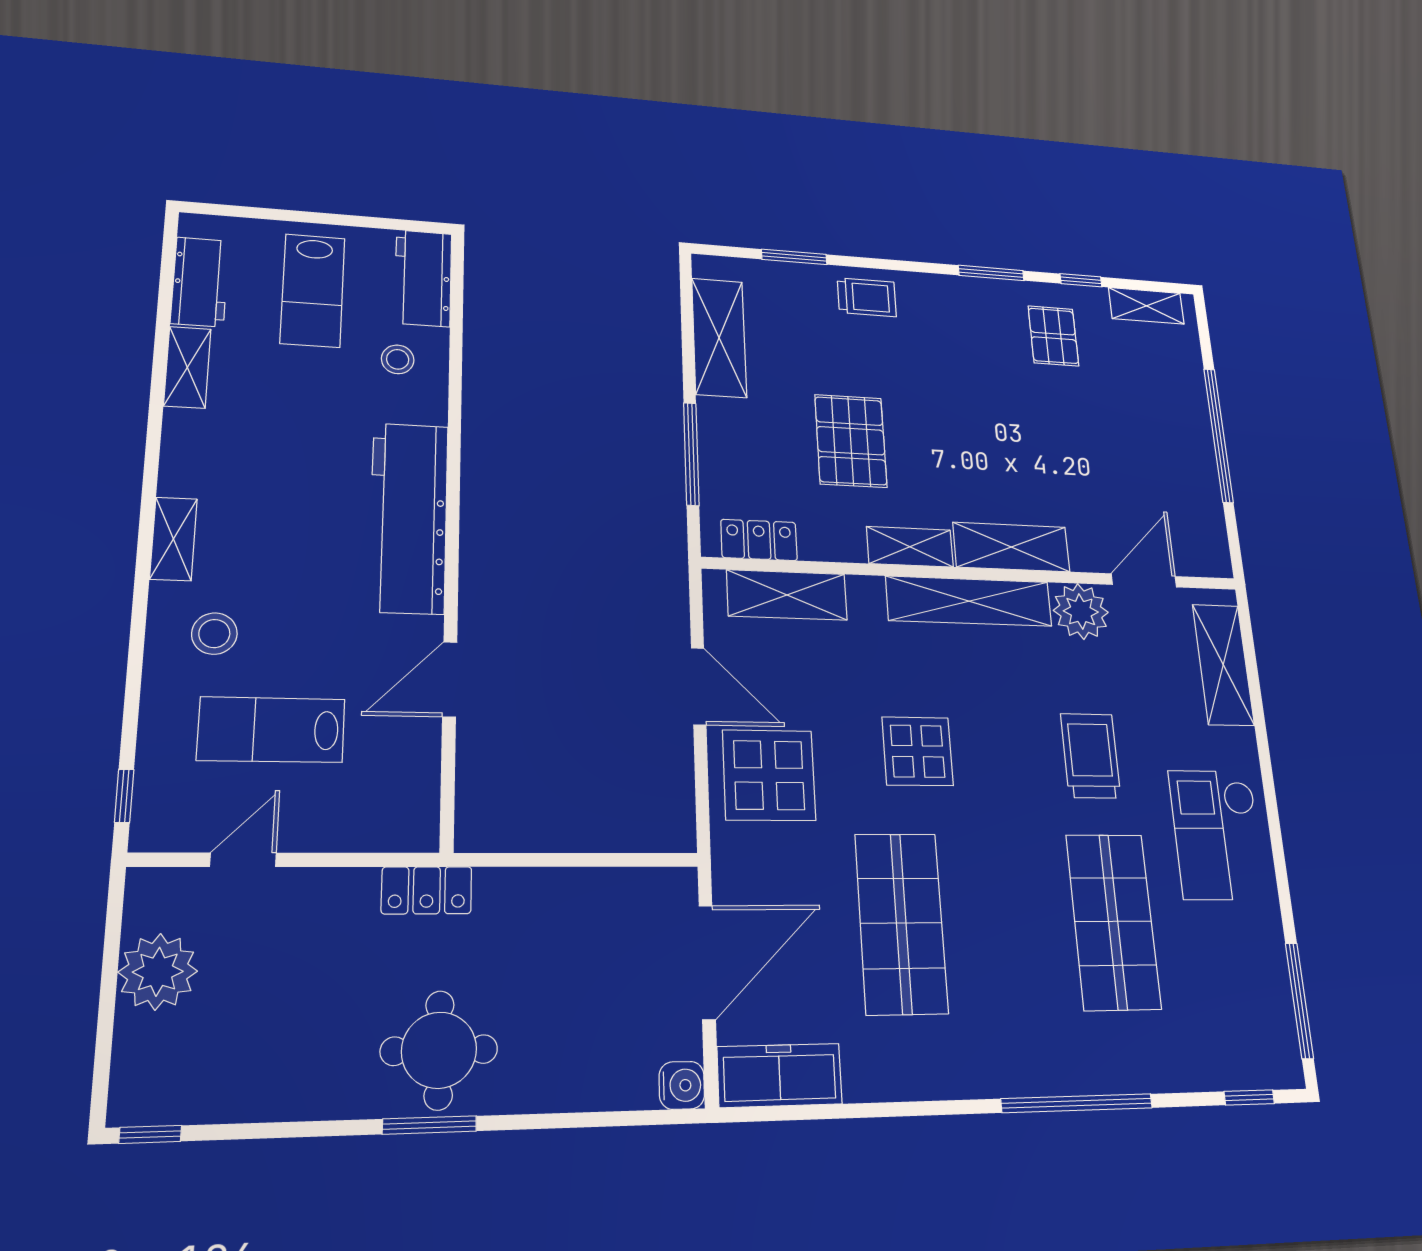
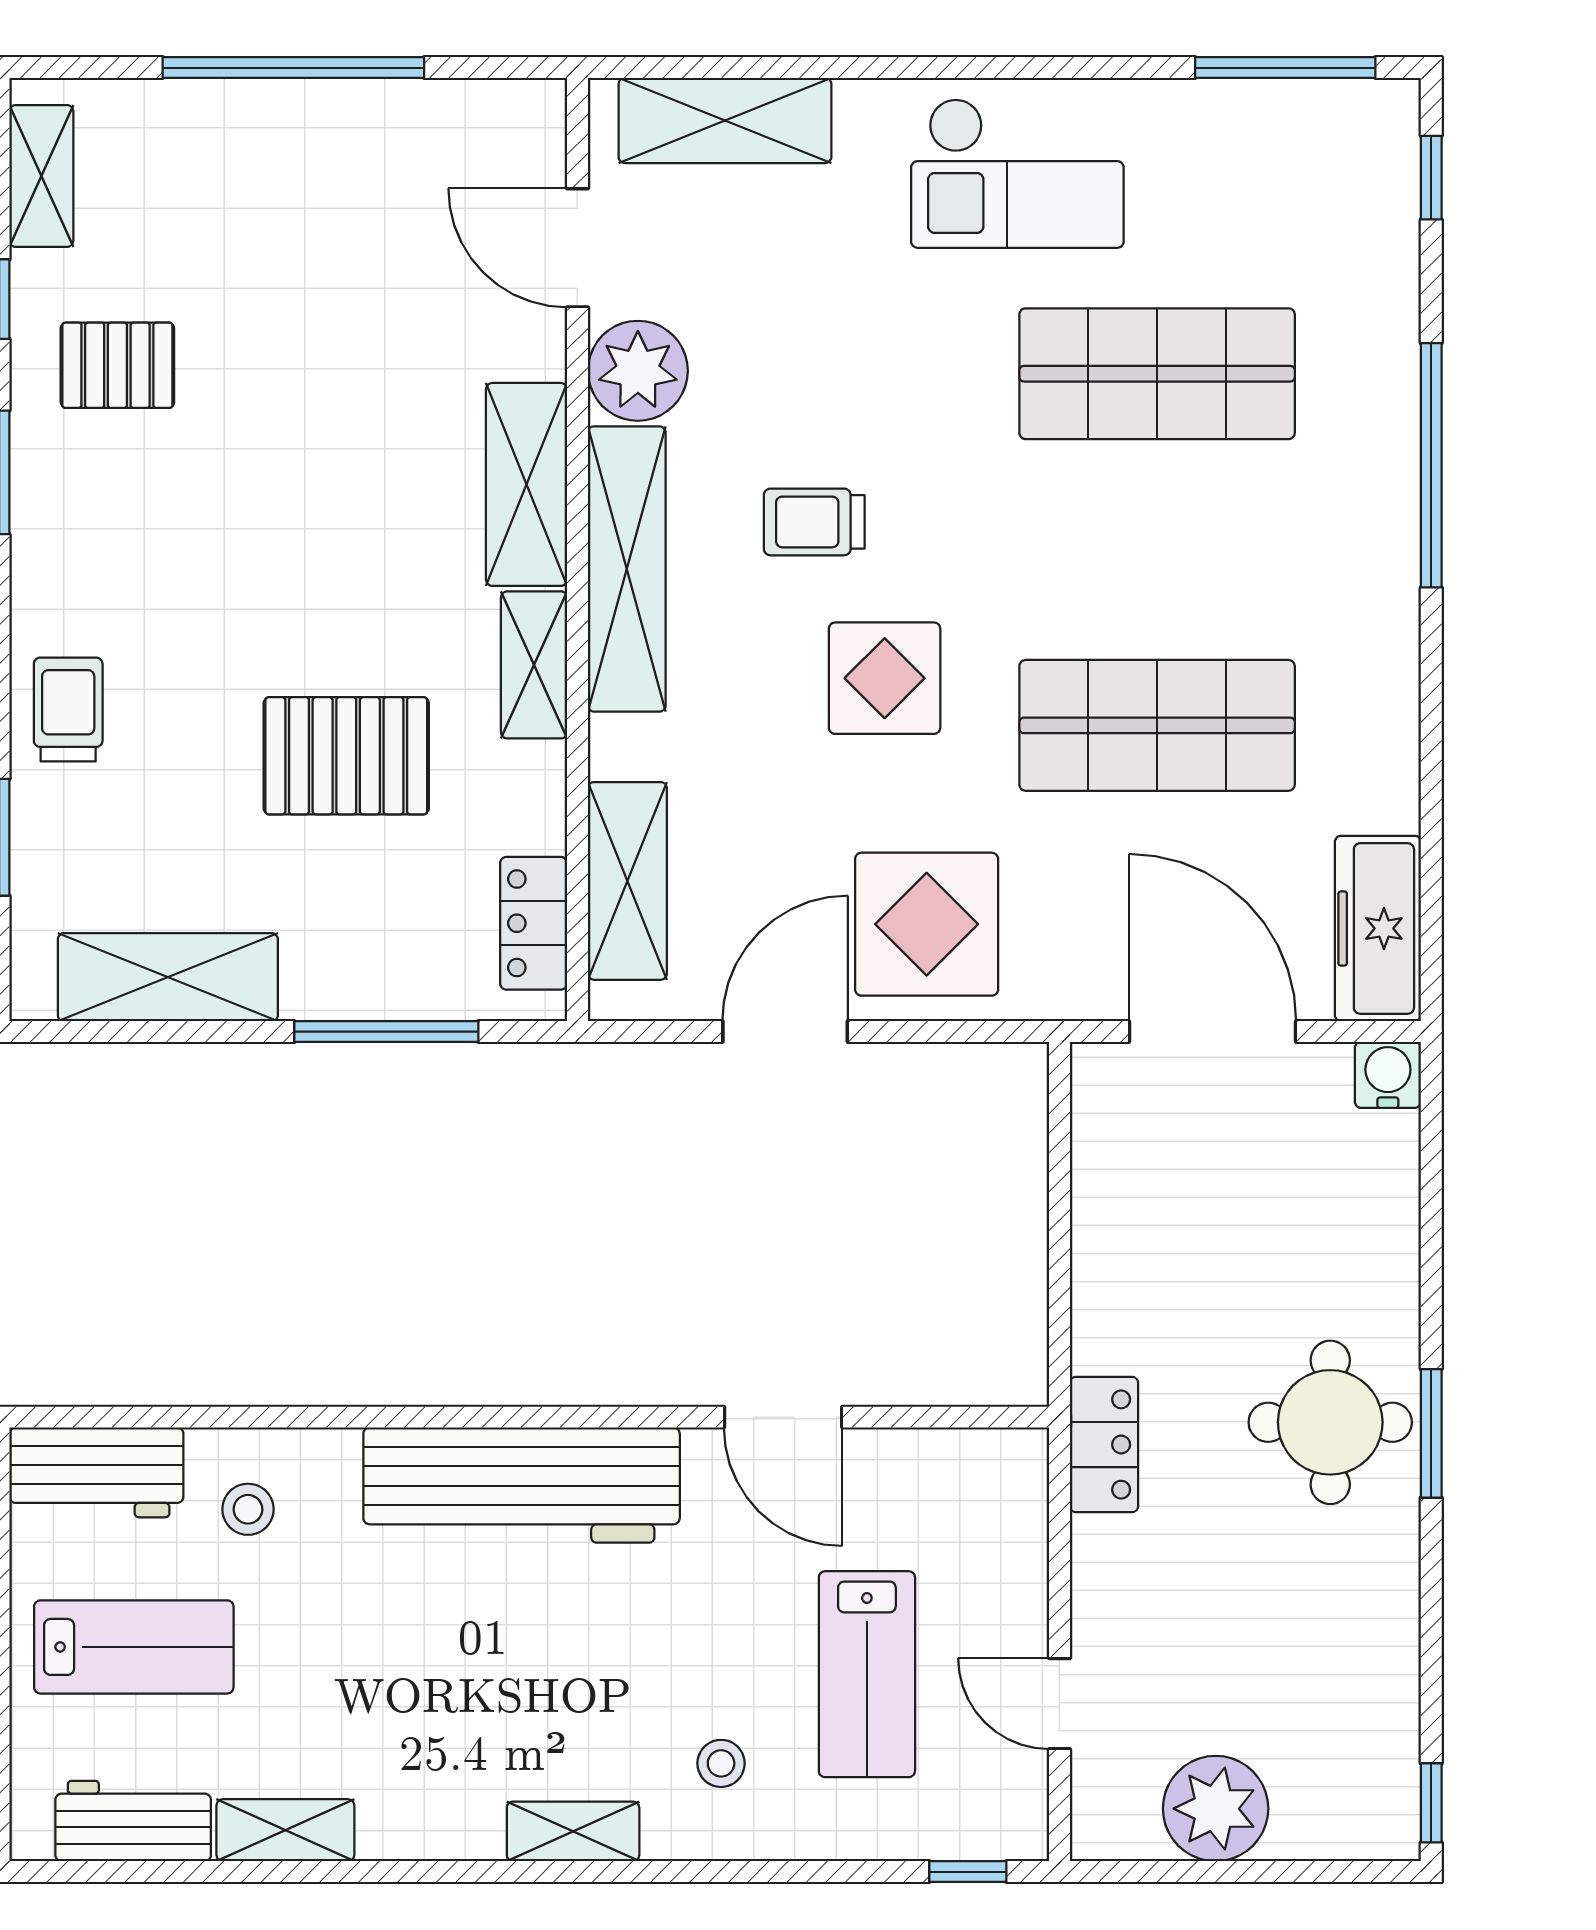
stool: (214, 634) -> (721, 1763), width x0.73, depth x0.73
trolley: (1091, 756) -> (814, 522), moved, width x0.73, depth x0.72

